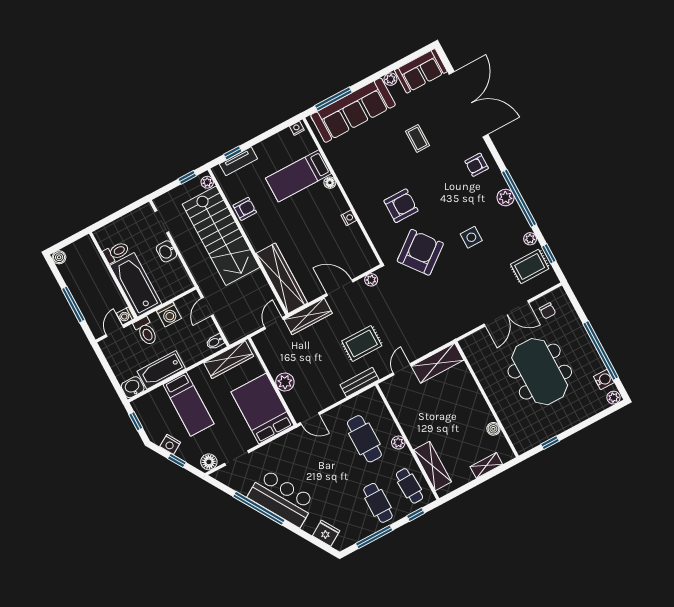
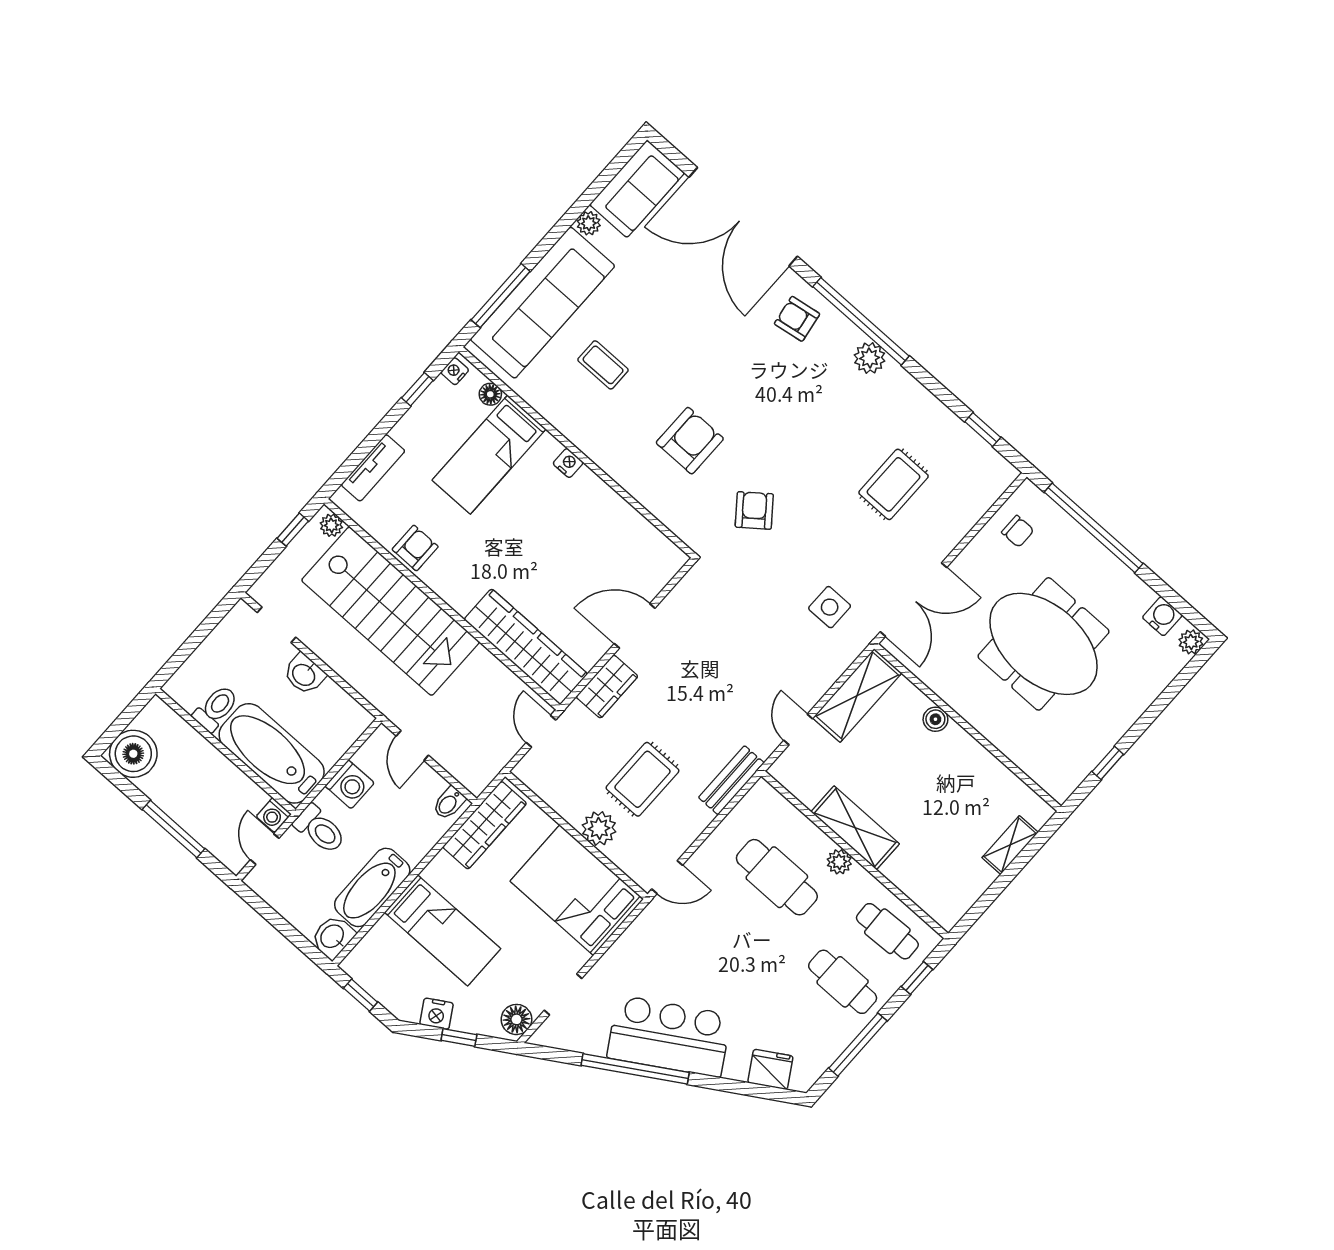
double door: (469, 104) -> (743, 217), swing flipped
coffee table: (417, 138) -> (603, 365), moved
window: (233, 153) -> (417, 389), moved
armchair: (477, 165) -> (797, 319), turned 81
floor lamp: (330, 183) -> (490, 394), moved
window: (519, 198) -> (861, 321), moved
nightstand: (349, 218) -> (568, 463), moved
side table: (471, 237) -> (830, 607), moved
plant: (530, 239) -> (940, 415), removed
armchair: (420, 252) -> (754, 510), width x0.53, depth x0.53
boiler: (59, 257) -> (133, 754), width x1.86, depth x1.86
rug: (530, 266) -> (894, 484), moved
plant: (371, 280) -> (685, 591), removed
double door: (506, 313) -> (913, 600), moved
wardrobe: (308, 316) -> (607, 686), width x0.67
rug: (362, 343) -> (642, 779), moved
window: (601, 351) -> (1094, 528), moved
boiler: (493, 429) -> (935, 719), moved
shelving: (432, 466) -> (855, 828), moved

